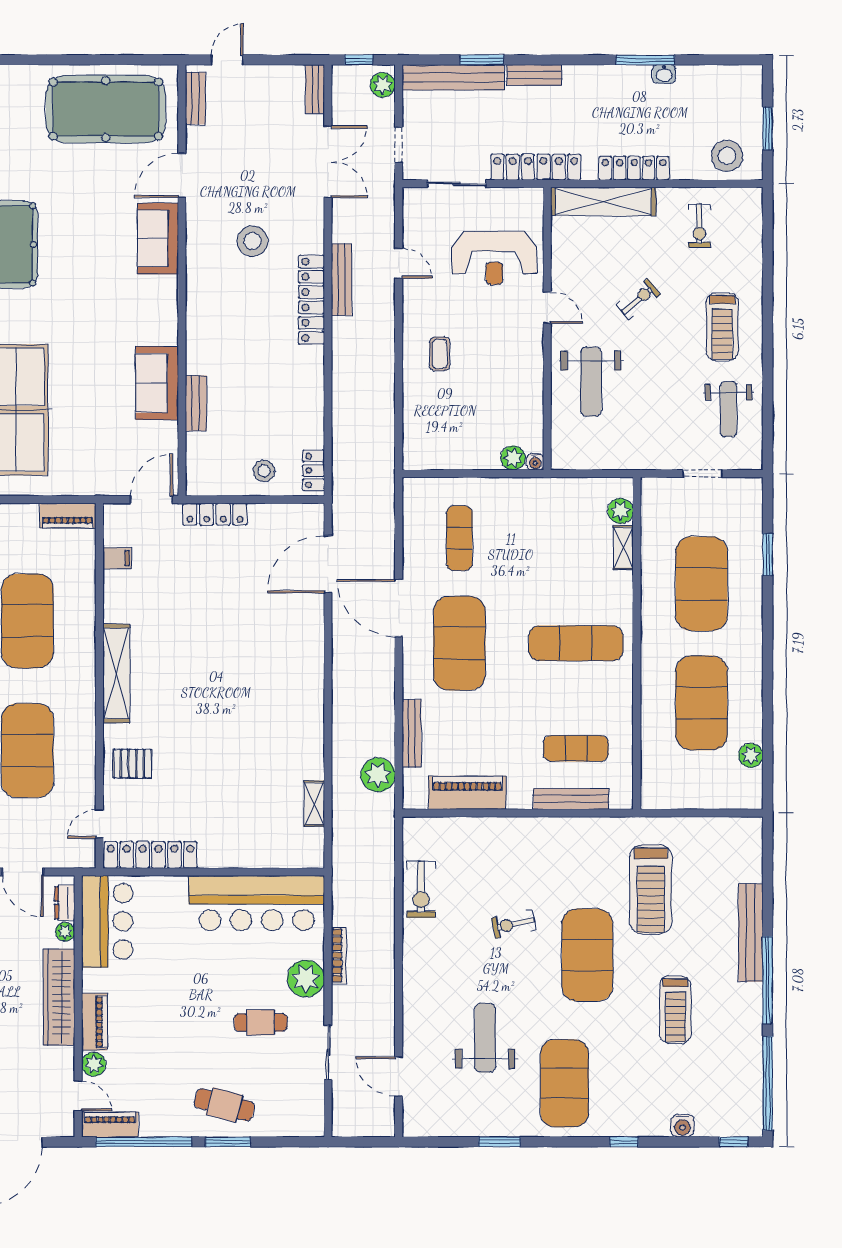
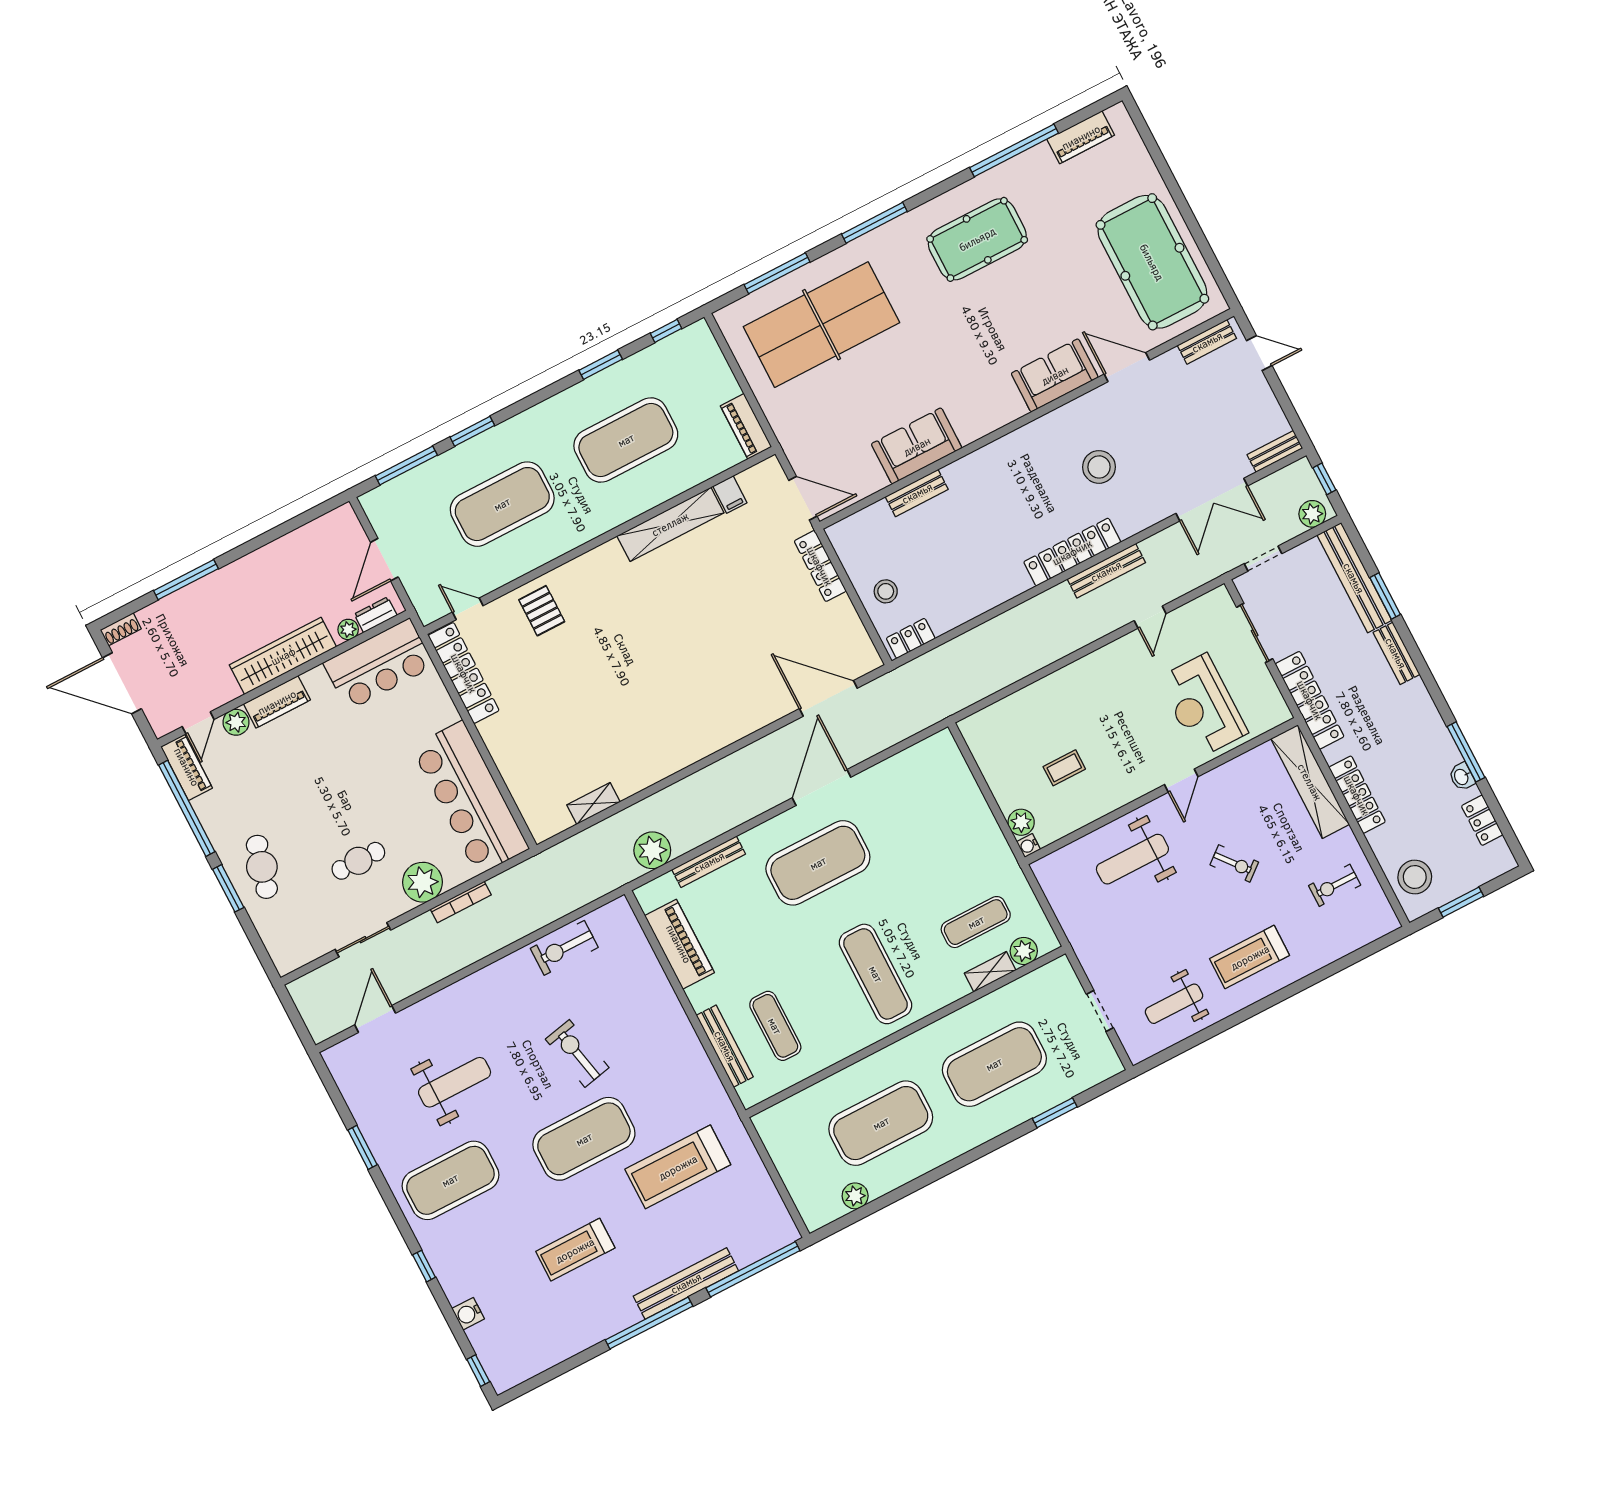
locker: (709, 76) -> (1482, 820), added
coffee table: (440, 354) -> (1064, 768), moved
exercise mat: (459, 538) -> (976, 922), moved
shelving: (116, 673) -> (670, 524), moved
exercise bike: (514, 924) -> (577, 1053), width x1.38, depth x1.39
cafe table: (261, 1022) -> (358, 861), turned 90
window: (768, 1083) -> (753, 1269), moved

